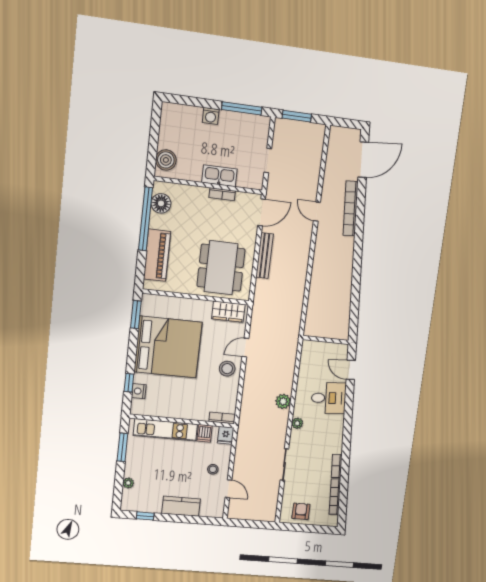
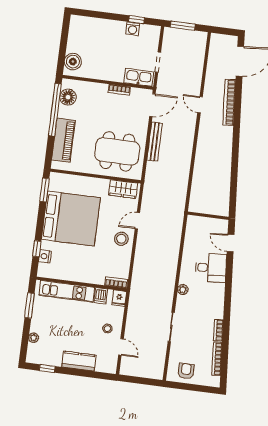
window: (242, 108) -> (136, 20), width x0.46
washing machine: (211, 116) -> (133, 29), moved
kitchen sink: (219, 176) -> (139, 77), moved
dining table: (221, 268) -> (117, 151), turned 90
plant: (283, 401) -> (170, 269), removed

